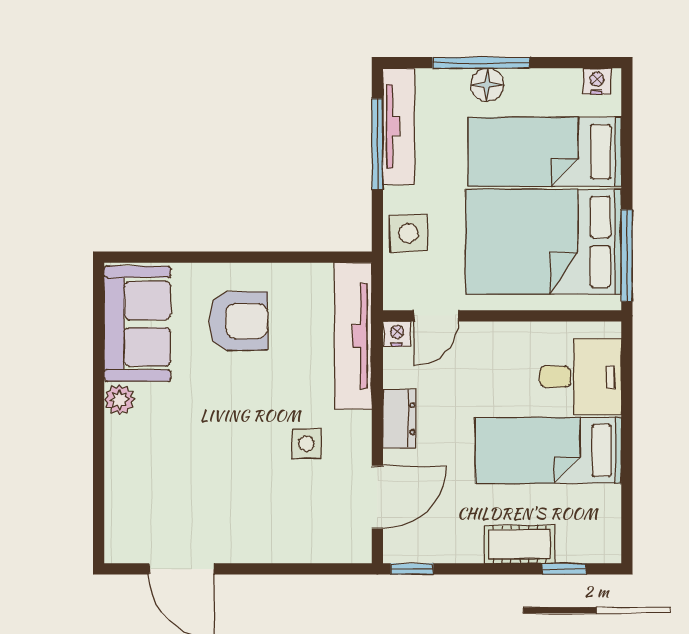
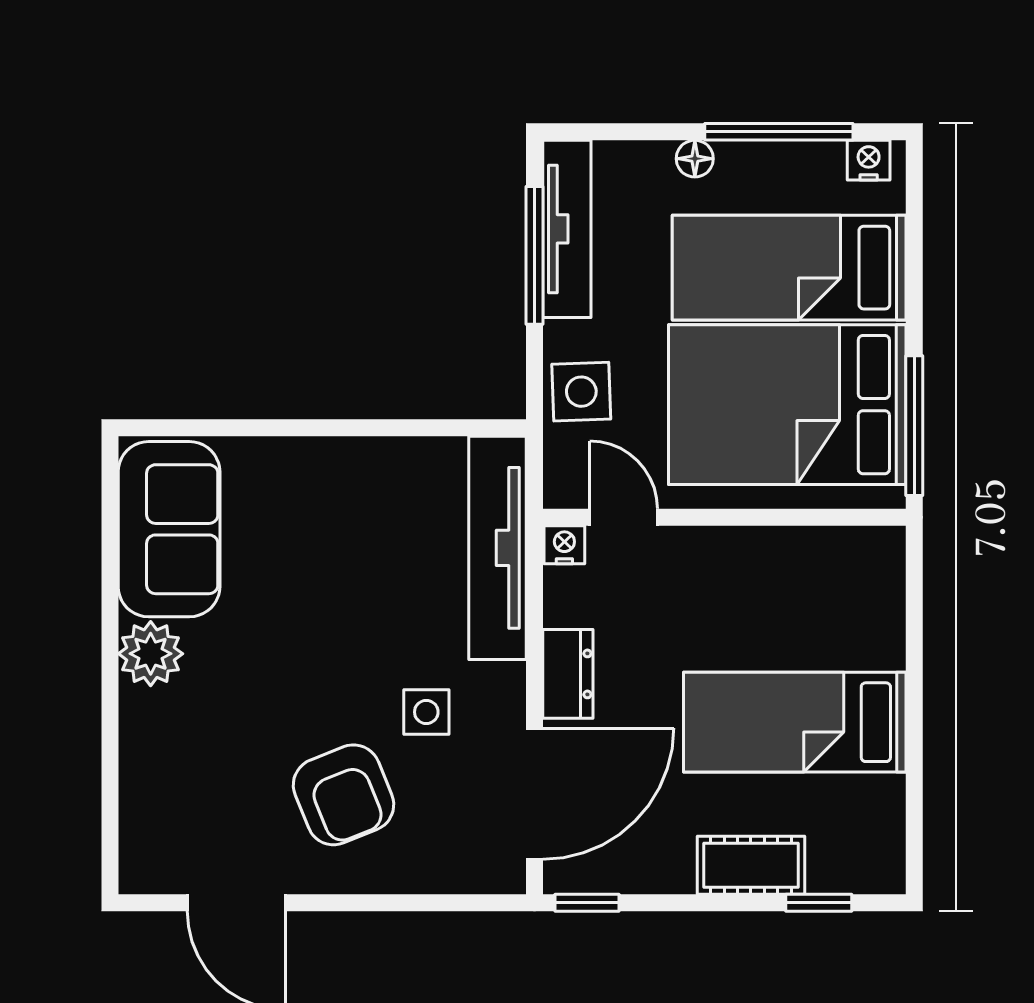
window: (481, 63) -> (779, 132), moved
floor lamp: (487, 85) -> (695, 159), width x0.73, depth x0.73
door: (436, 316) -> (624, 517), swing flipped
armchair: (238, 321) -> (344, 795), moved, turned 68
desk: (580, 377) -> (844, 610), removed
plant: (119, 400) -> (151, 654), width x1.38, depth x1.38
door: (377, 497) -> (534, 794), width x1.36

